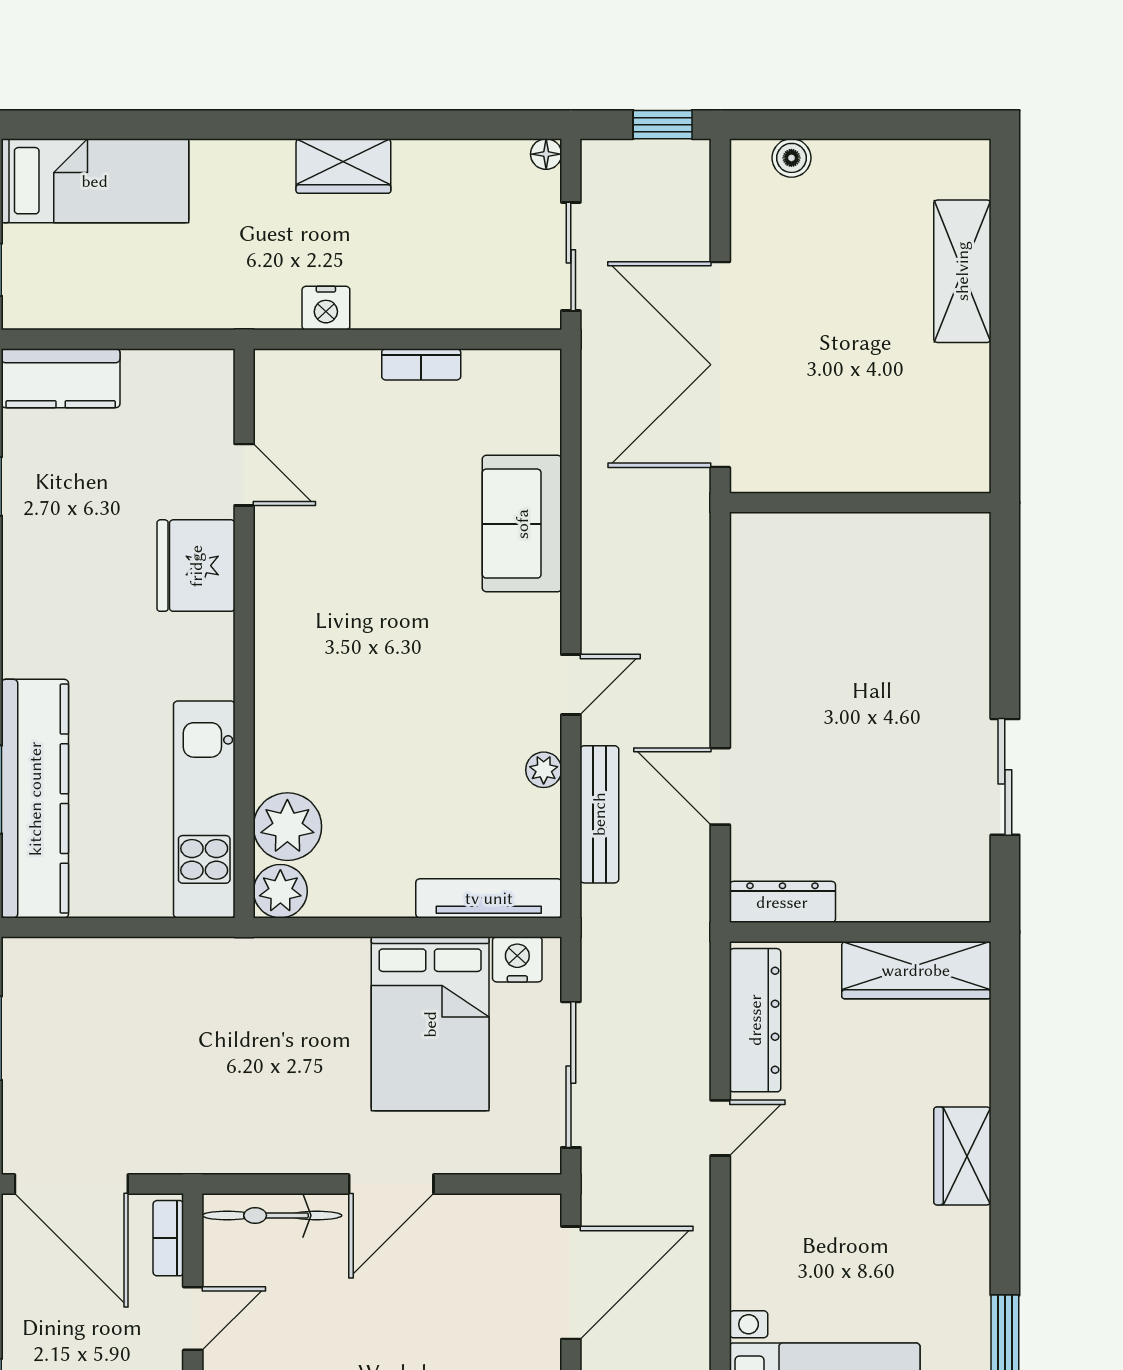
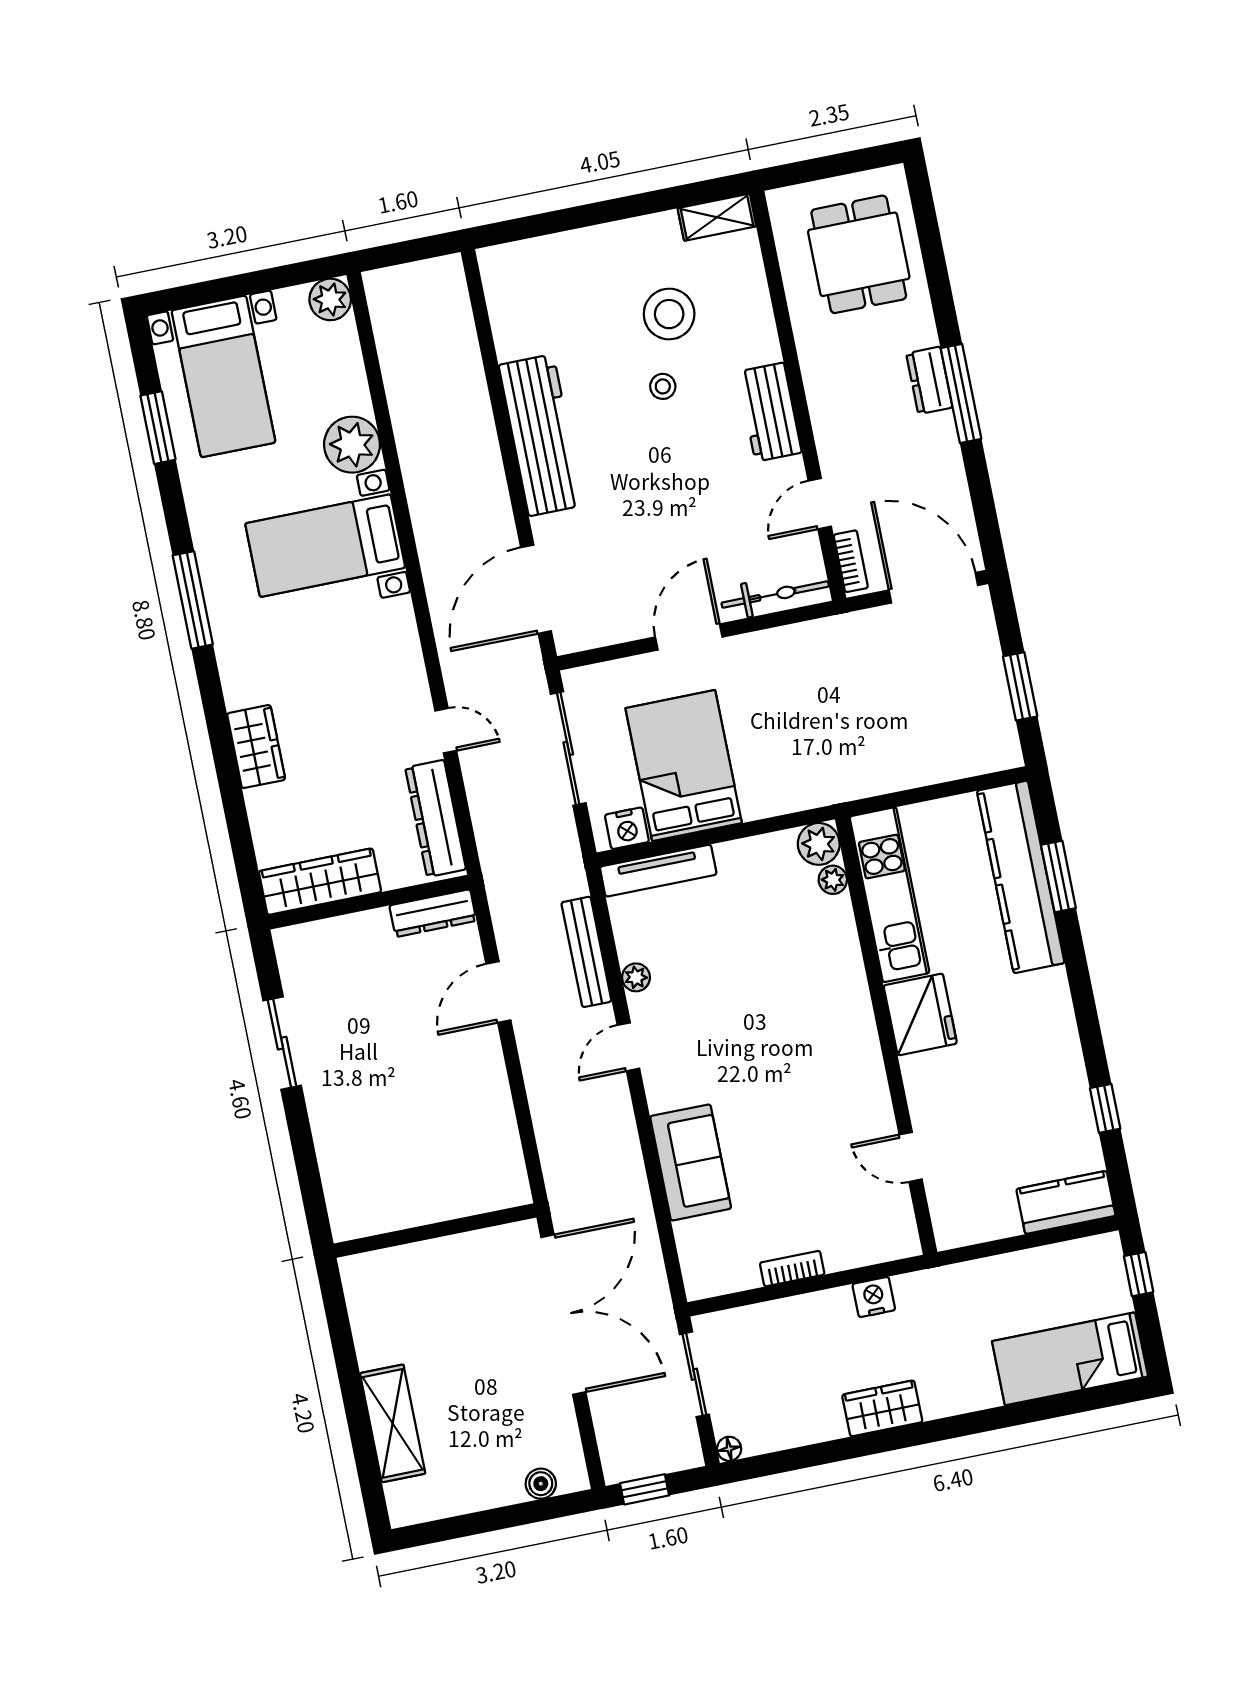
fridge: (196, 566) -> (920, 1014), moved
door: (720, 786) -> (498, 992), swing flipped
plant: (287, 827) -> (833, 880), width x0.53, depth x0.53
door: (720, 1128) -> (446, 731), swing flipped

